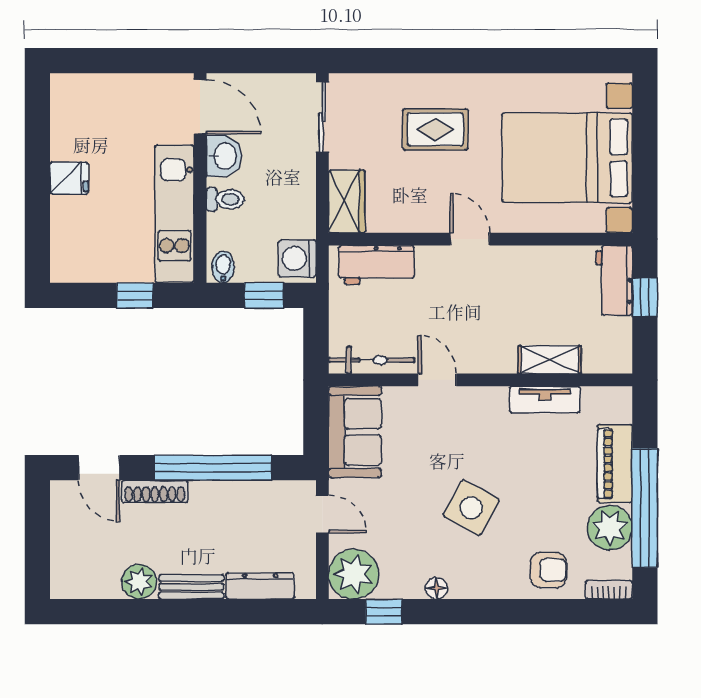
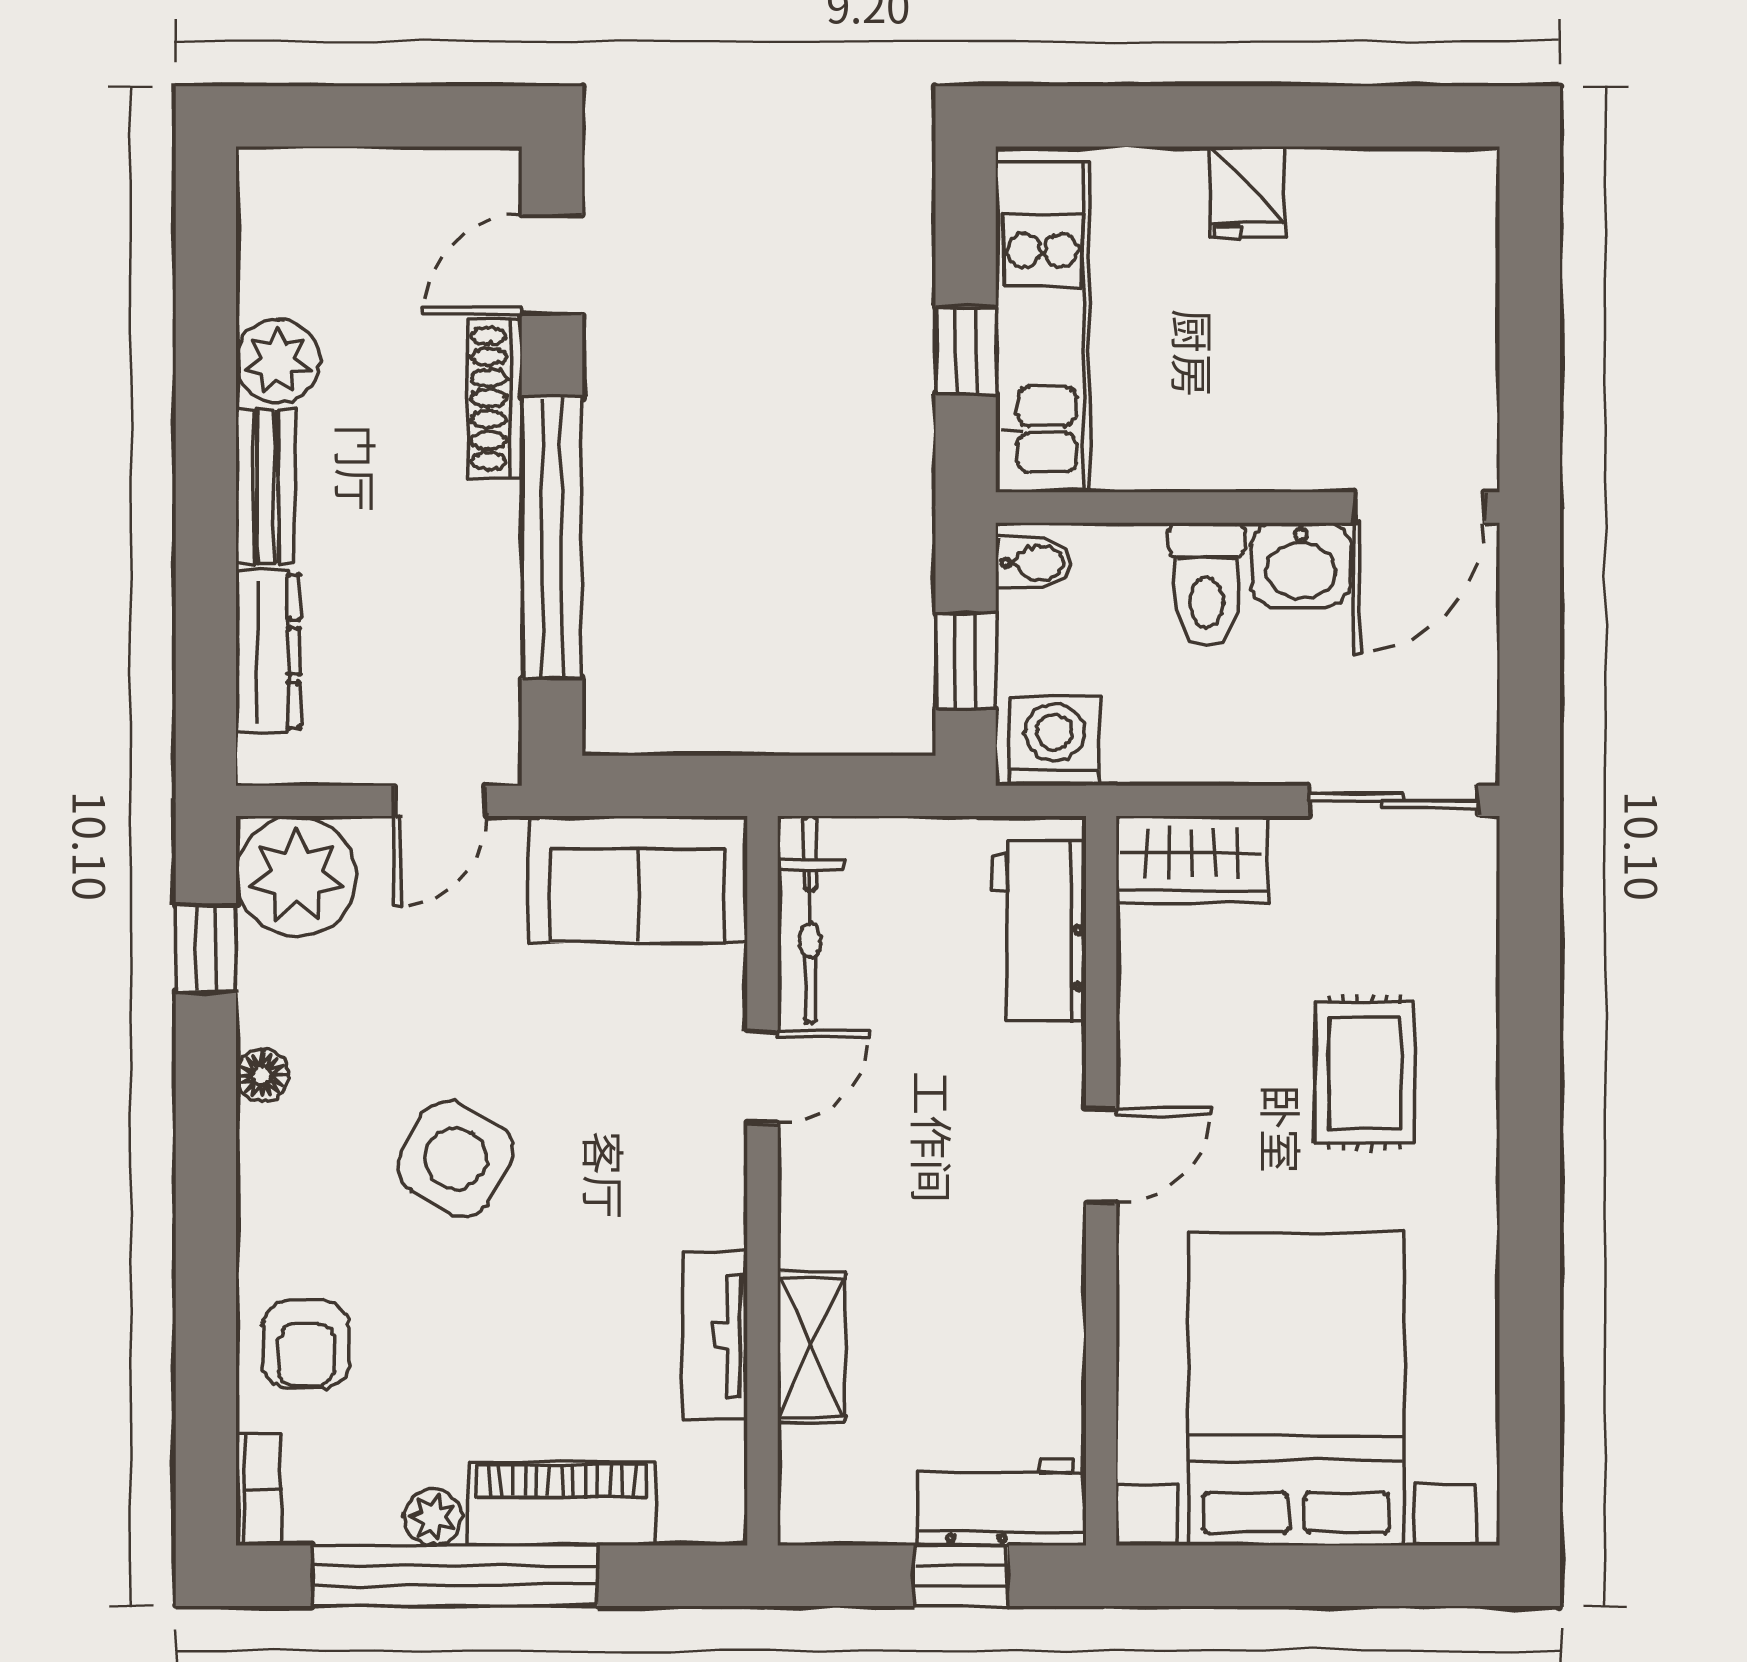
toilet: (225, 199) -> (1207, 585), width x1.37, depth x1.39
kitchen unit: (174, 214) -> (1042, 327), moved, turned 90
plant: (610, 528) -> (433, 1517), width x0.53, depth x0.53

